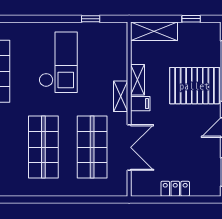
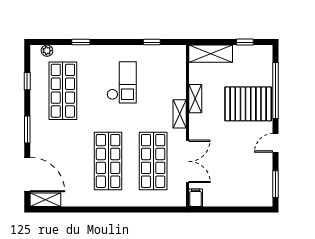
window: (14, 19) -> (81, 42), added
checkout: (58, 62) -> (122, 82), width x0.73, depth x0.83
filing cabinet: (140, 104) -> (196, 198), moved, turned -90
locker: (175, 189) -> (230, 200), removed

